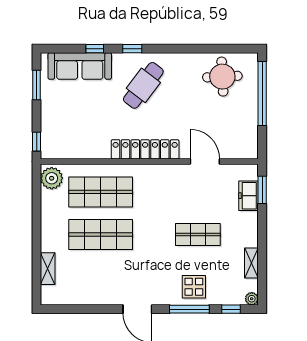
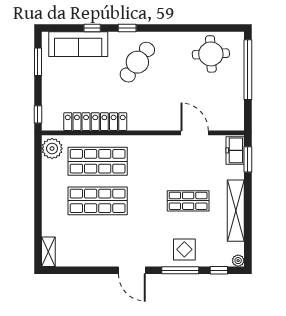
locker: (145, 149) -> (95, 122), moved
freezer: (248, 196) -> (235, 150), moved
shelving: (251, 263) -> (236, 211), width x2.20, depth x1.33
shelving: (48, 269) -> (48, 252), moved

